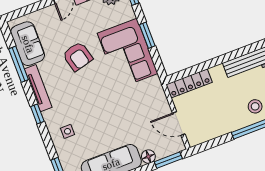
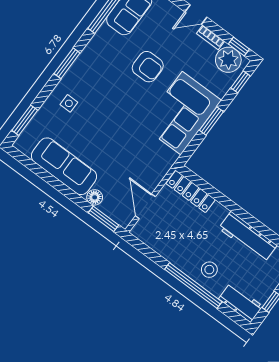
armchair: (78, 56) -> (148, 67), turned -75
tv unit: (38, 88) -> (93, 48), removed
window: (37, 114) -> (67, 63), width x1.50

